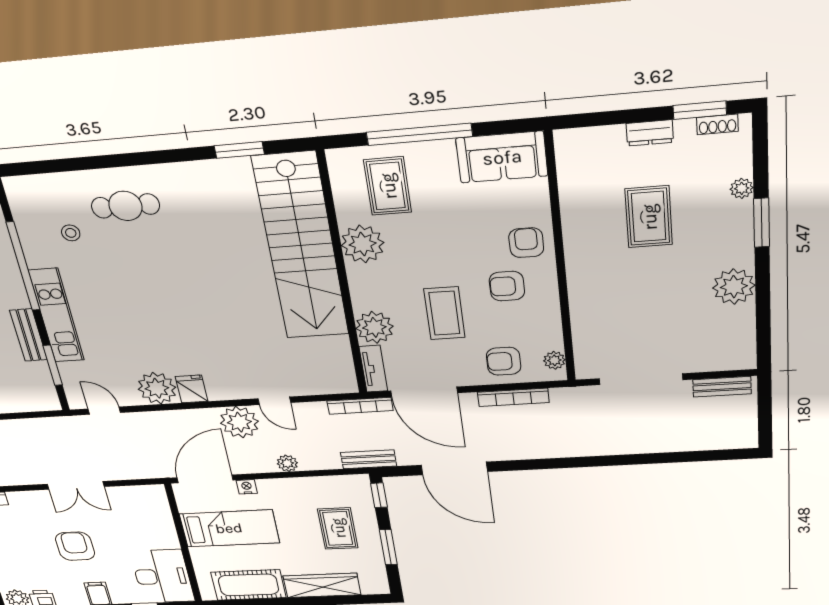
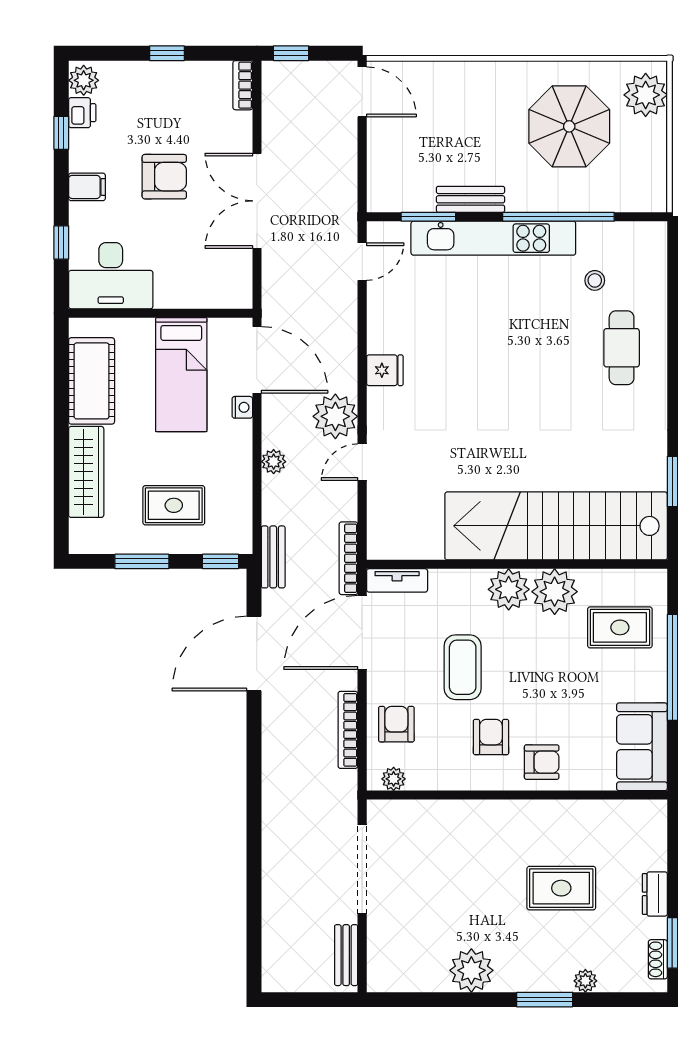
coffee table: (444, 313) -> (463, 667), turned 90
kitchen unit: (57, 316) -> (493, 238), width x1.36
plant: (374, 327) -> (509, 589), moved
plant: (157, 388) -> (389, 330), removed
double door: (76, 485) -> (257, 201), width x1.37

